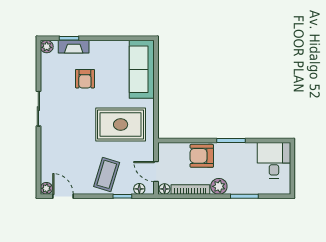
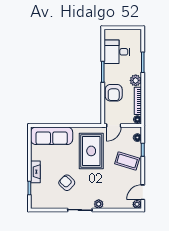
plant: (47, 47) -> (99, 204), moved
fireplace: (74, 47) -> (35, 172), moved
armchair: (85, 79) -> (67, 183), moved, turned -136
desk: (274, 160) -> (117, 52), moved
door: (156, 171) -> (114, 126), moved

